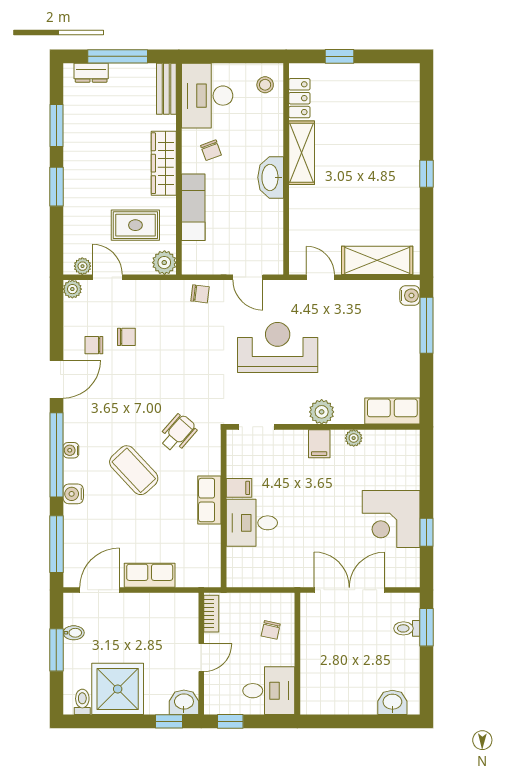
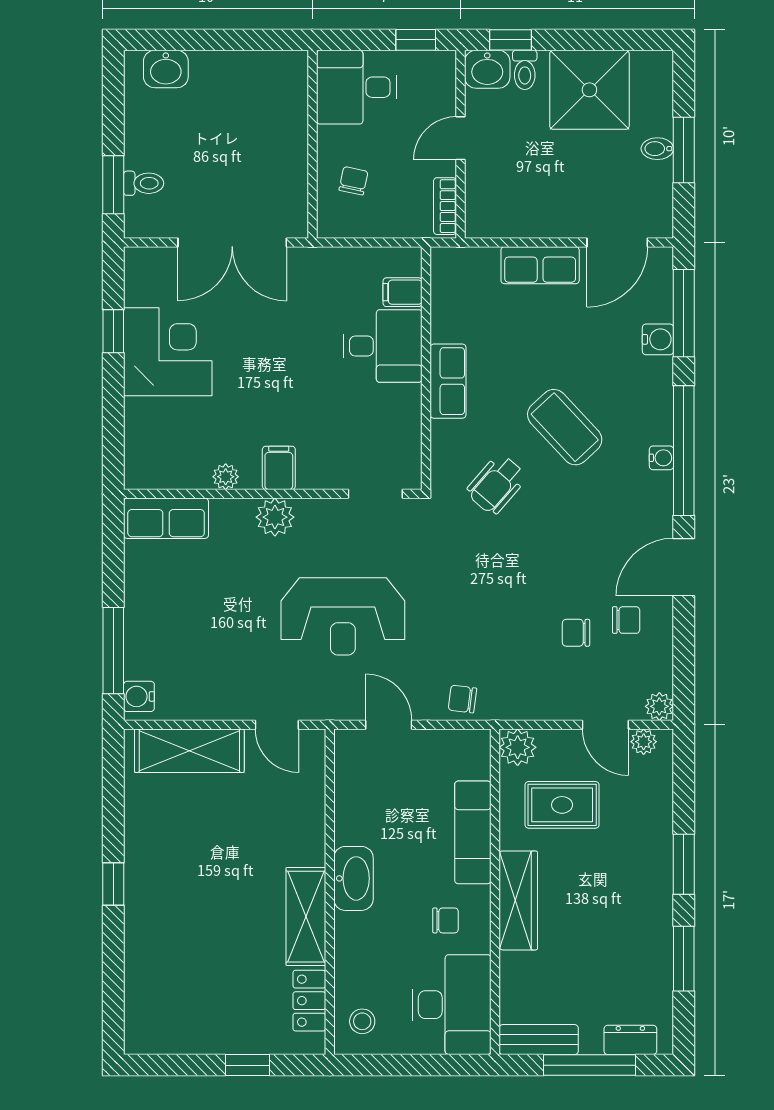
bench: (166, 89) -> (539, 1040), moved, turned 90
chair: (211, 150) -> (446, 920), turned 110
filing cabinet: (239, 488) -> (403, 292), moved
water cooler: (73, 494) -> (658, 339), moved
bidet: (74, 633) -> (657, 149), moved
toilet: (82, 702) -> (525, 70), moved

